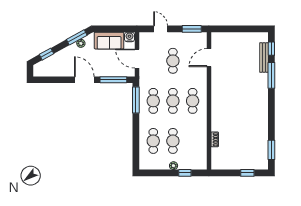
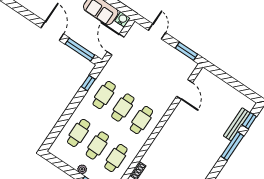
door: (209, 58) -> (184, 89), swing flipped
cafe table: (173, 61) -> (116, 158), moved
window: (136, 100) -> (88, 83), width x0.46

